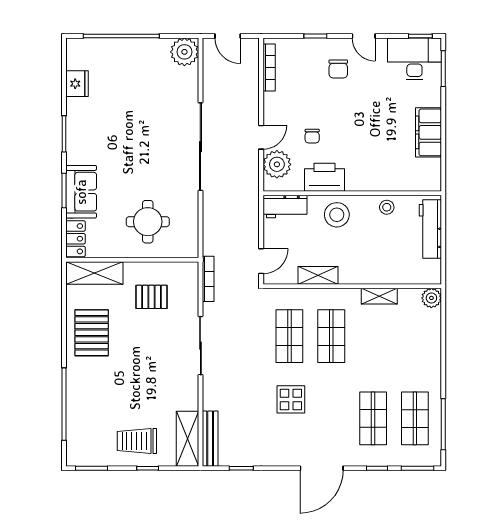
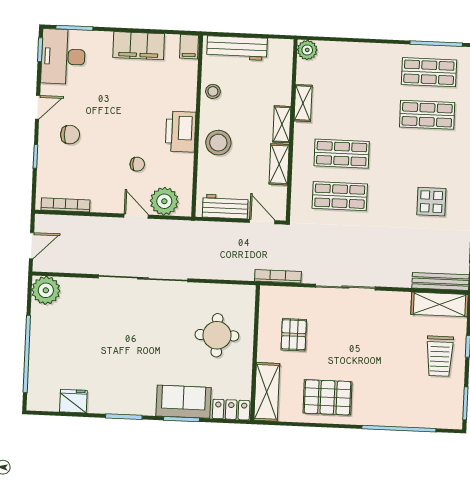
printer: (324, 177) -> (181, 132), moved
filing cabinet: (430, 182) -> (189, 47), added
workbench: (285, 207) -> (225, 207), moved, turned -90
shelving: (357, 276) -> (282, 124), added
display table: (291, 399) -> (431, 202), moved

